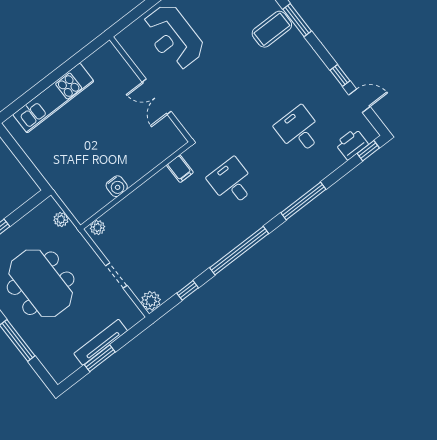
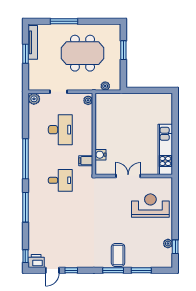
kitchen unit: (53, 98) -> (165, 149), moved
desk: (299, 130) -> (60, 130), moved, width x1.37
printer: (352, 144) -> (36, 261), moved, turned -90
water cooler: (117, 186) -> (101, 155), moved
window: (188, 290) -> (25, 120), removed
tv unit: (101, 342) -> (33, 42), moved

